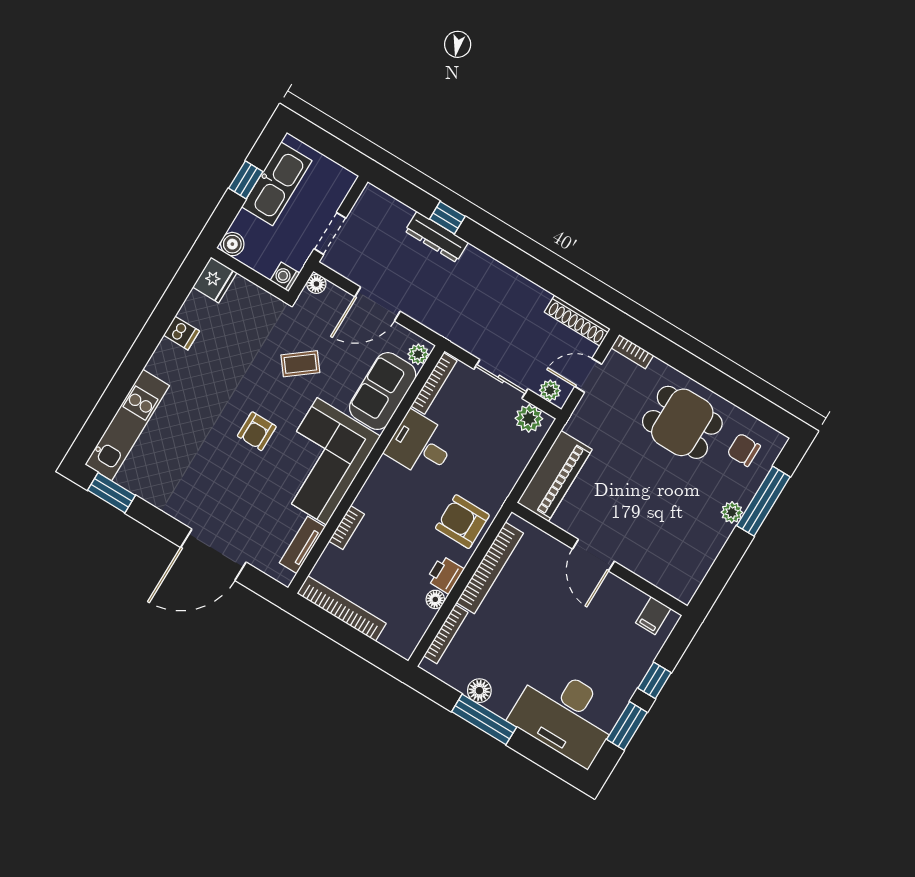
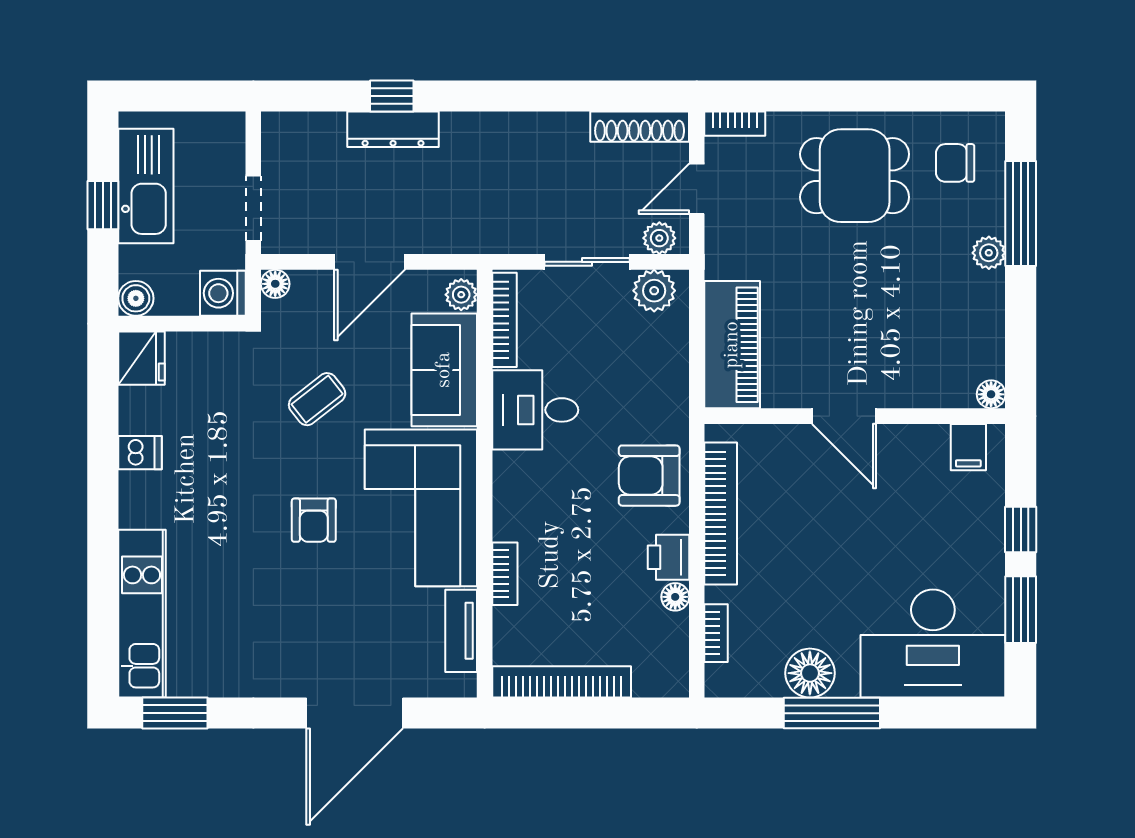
washing machine: (285, 277) -> (223, 293), width x1.38, depth x1.38
floor lamp: (684, 593) -> (991, 394), added
bookcase: (446, 634) -> (716, 633), width x0.64
floor lamp: (479, 691) -> (810, 673), width x1.38, depth x1.38

